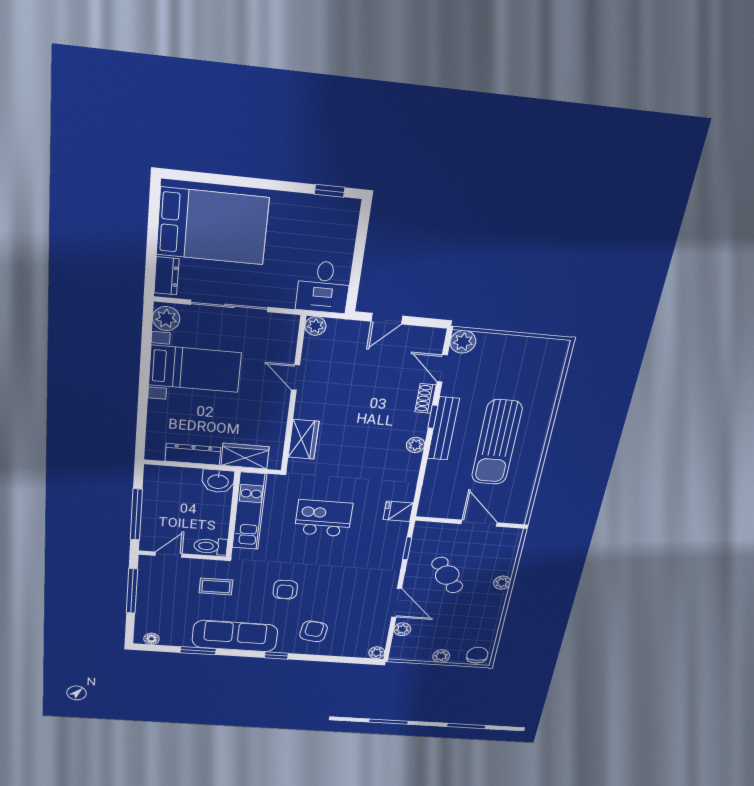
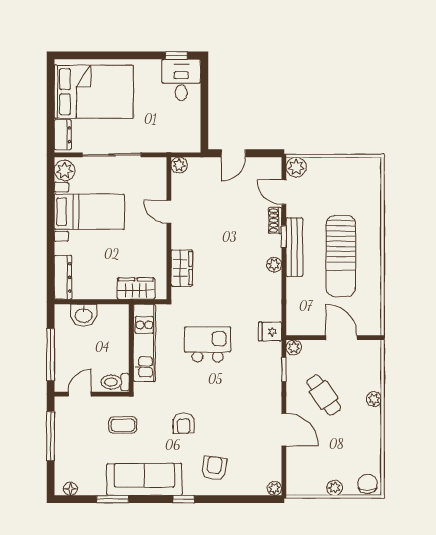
desk: (323, 287) -> (181, 80), moved, turned 180
dresser: (193, 454) -> (63, 277), moved, turned 90
washbasin: (218, 481) -> (84, 315), moved
plant: (402, 629) -> (294, 347), moved

